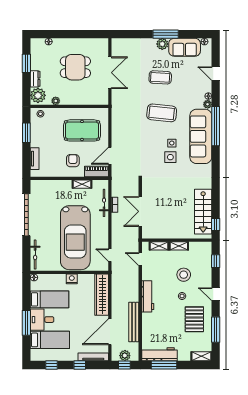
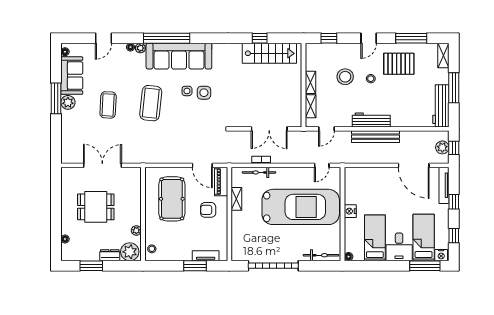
dining table: (75, 67) -> (96, 207), turned 90
window: (26, 133) -> (195, 266), moved
window: (216, 224) -> (260, 38), moved
wardrobe: (102, 295) -> (369, 175), removed
bench: (134, 322) -> (376, 137), moved
window: (26, 323) -> (425, 266), moved
nightstand: (35, 355) -> (441, 255), added
window: (164, 365) -> (454, 88), moved

